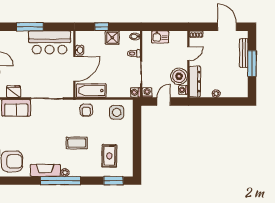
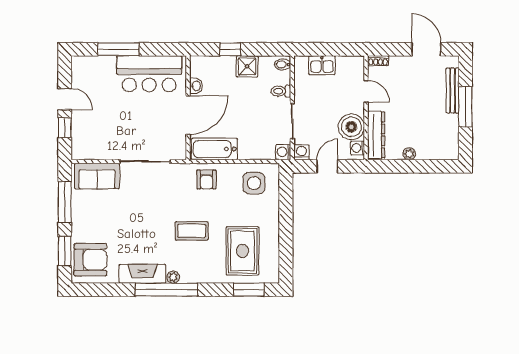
door: (188, 54) -> (366, 91), hinge flipped
fridge: (14, 92) -> (93, 151), removed
rug: (109, 156) -> (242, 251), width x1.36, depth x1.43

